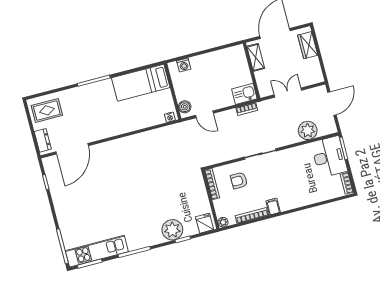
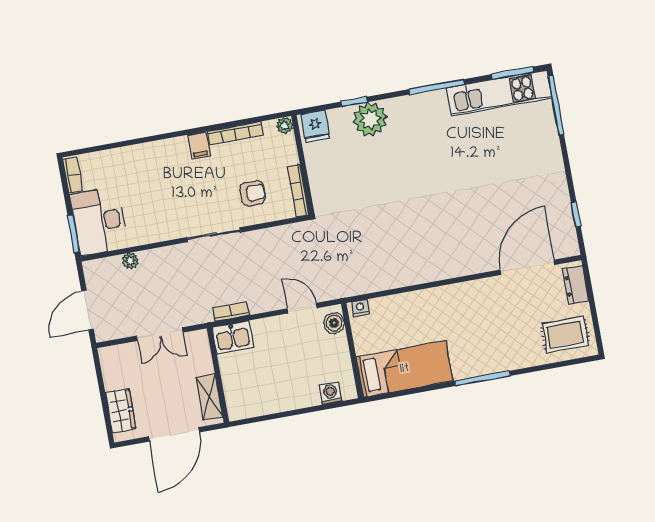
plant: (308, 130) -> (130, 261), width x0.53, depth x0.53

